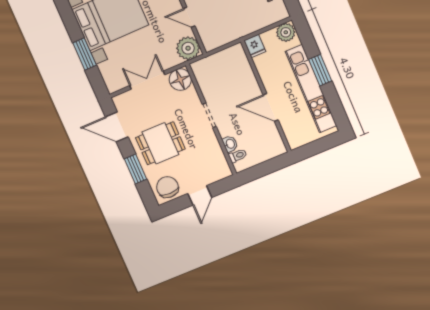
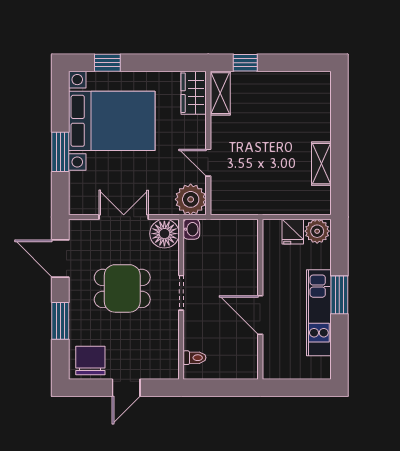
fridge: (255, 46) -> (293, 232), moved
kitchen unit: (311, 89) -> (319, 313), width x0.73
dining table: (160, 143) -> (122, 288), moved
washbasin: (230, 144) -> (191, 229), moved

